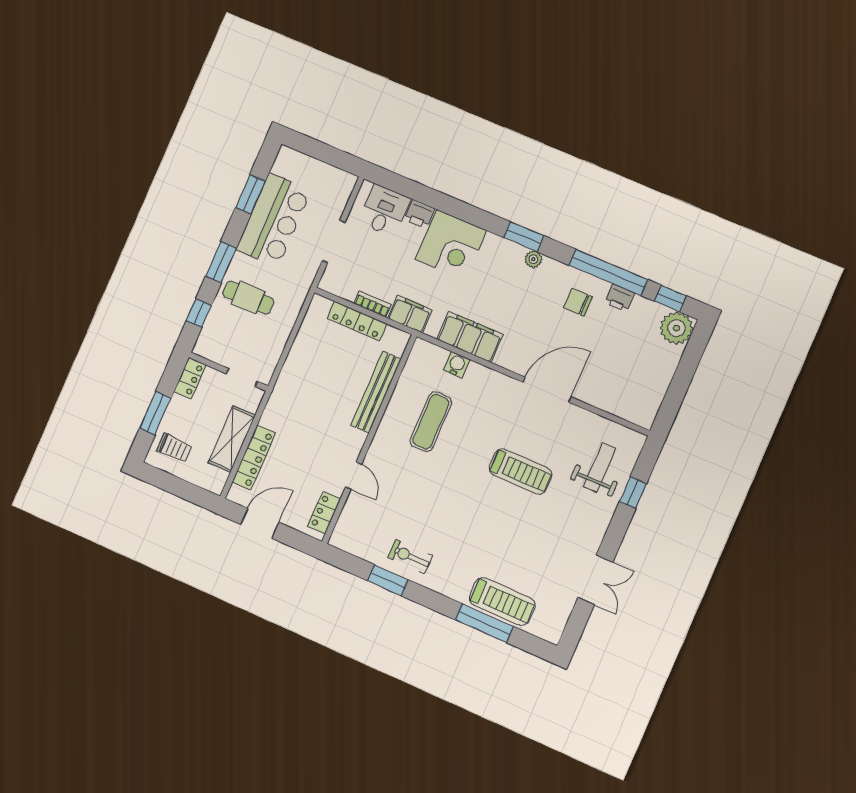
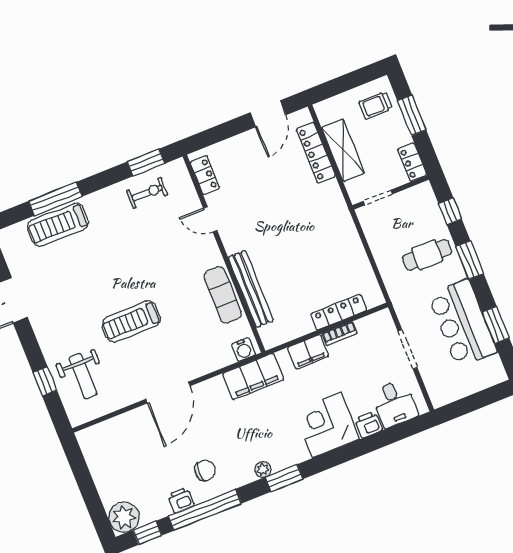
bench: (376, 392) -> (251, 289), moved
wall: (369, 439) -> (224, 254), moved
door: (354, 476) -> (210, 219), moved
locker: (324, 513) -> (205, 175), moved

